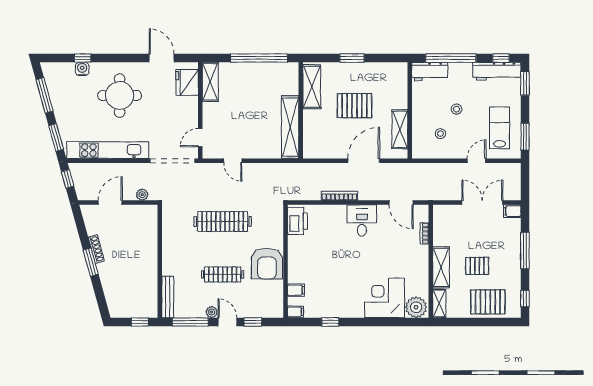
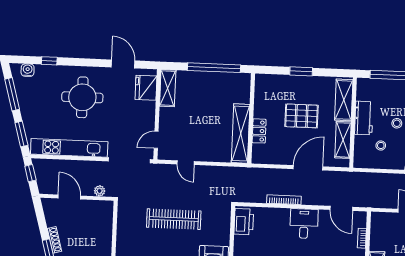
water cooler: (82, 69) -> (28, 70), moved
workbench: (430, 71) -> (364, 118), moved, turned -90
shelving: (312, 87) -> (344, 100), moved
locker: (310, 124) -> (259, 131), added
door: (110, 203) -> (69, 197), hinge flipped

